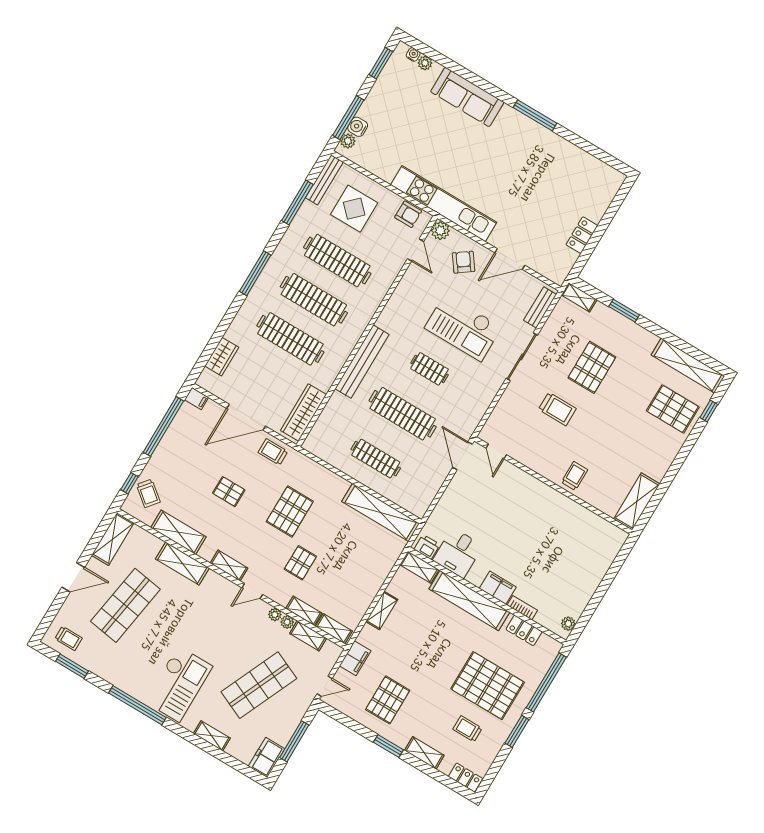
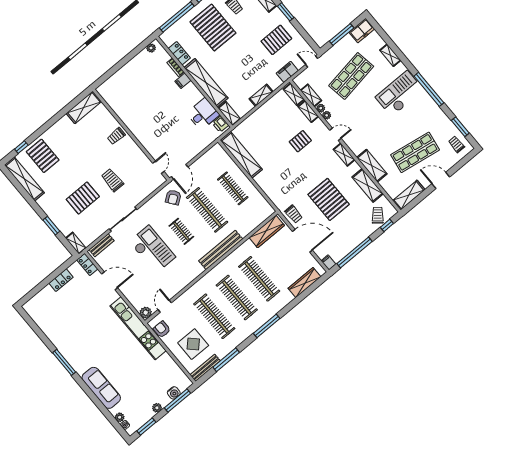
plant: (348, 141) -> (157, 408), moved
armchair: (464, 262) -> (173, 197), moved
locker: (551, 272) -> (87, 264), added
wardrobe: (222, 357) -> (304, 282), width x1.50
pallet: (229, 492) -> (329, 199), width x2.05, depth x2.00
pallet: (290, 512) -> (296, 174), removed
filing cabinet: (498, 588) -> (183, 81), width x0.50
shop shelf: (259, 685) -> (351, 76), turned -33

